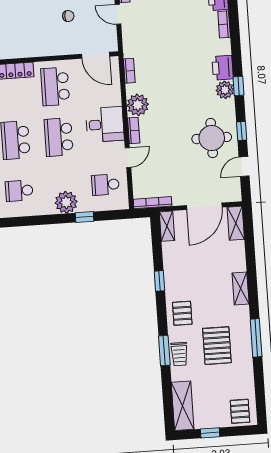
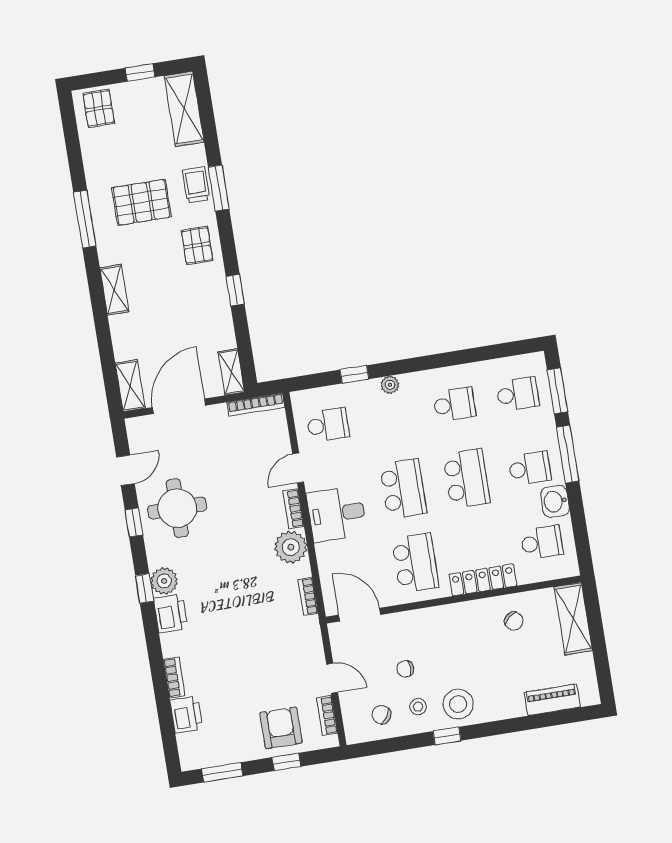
plant: (66, 202) -> (390, 385), width x0.53, depth x0.53
pallet: (217, 346) -> (142, 202), turned 90

